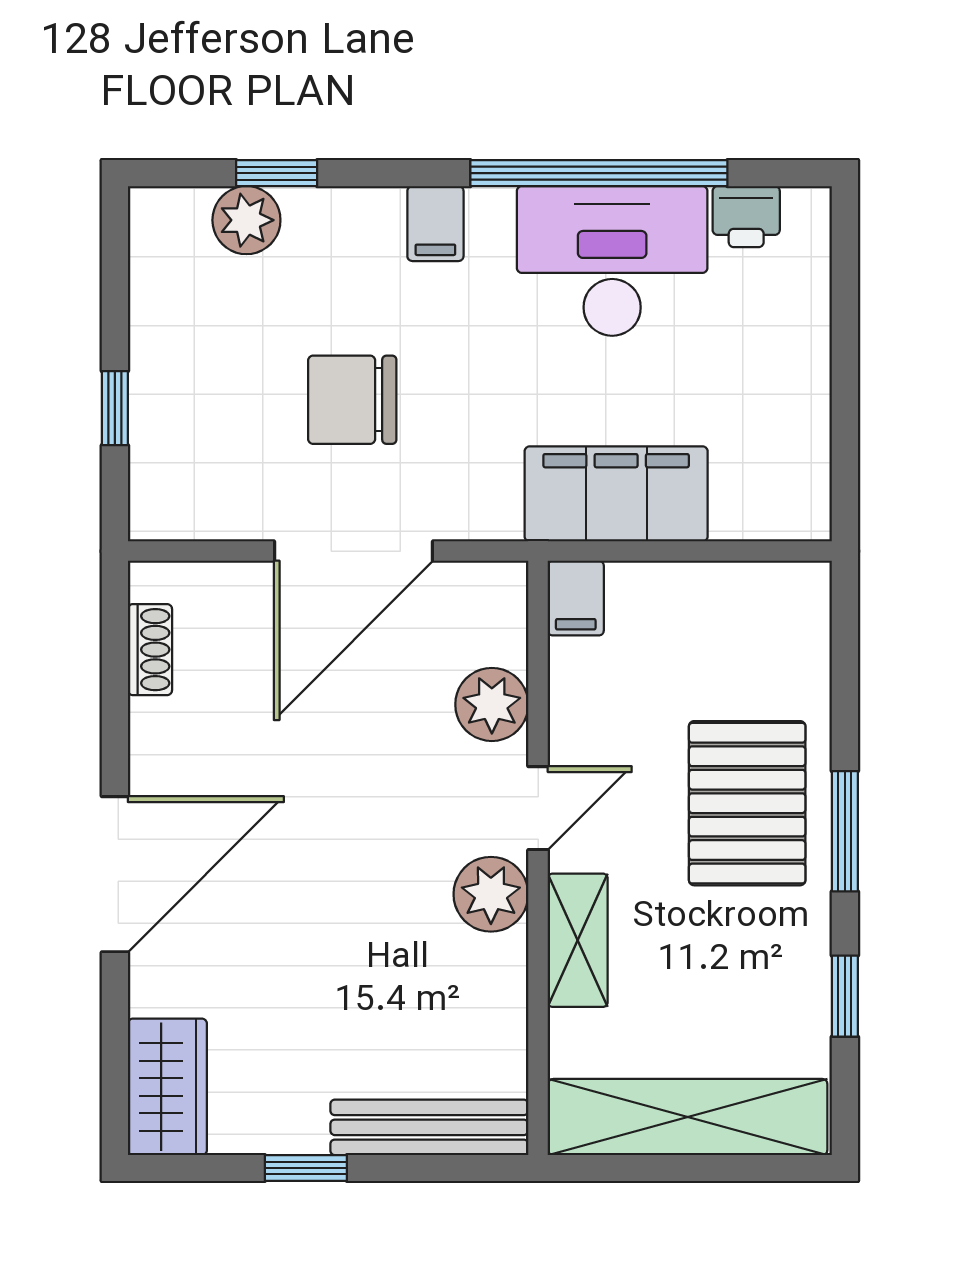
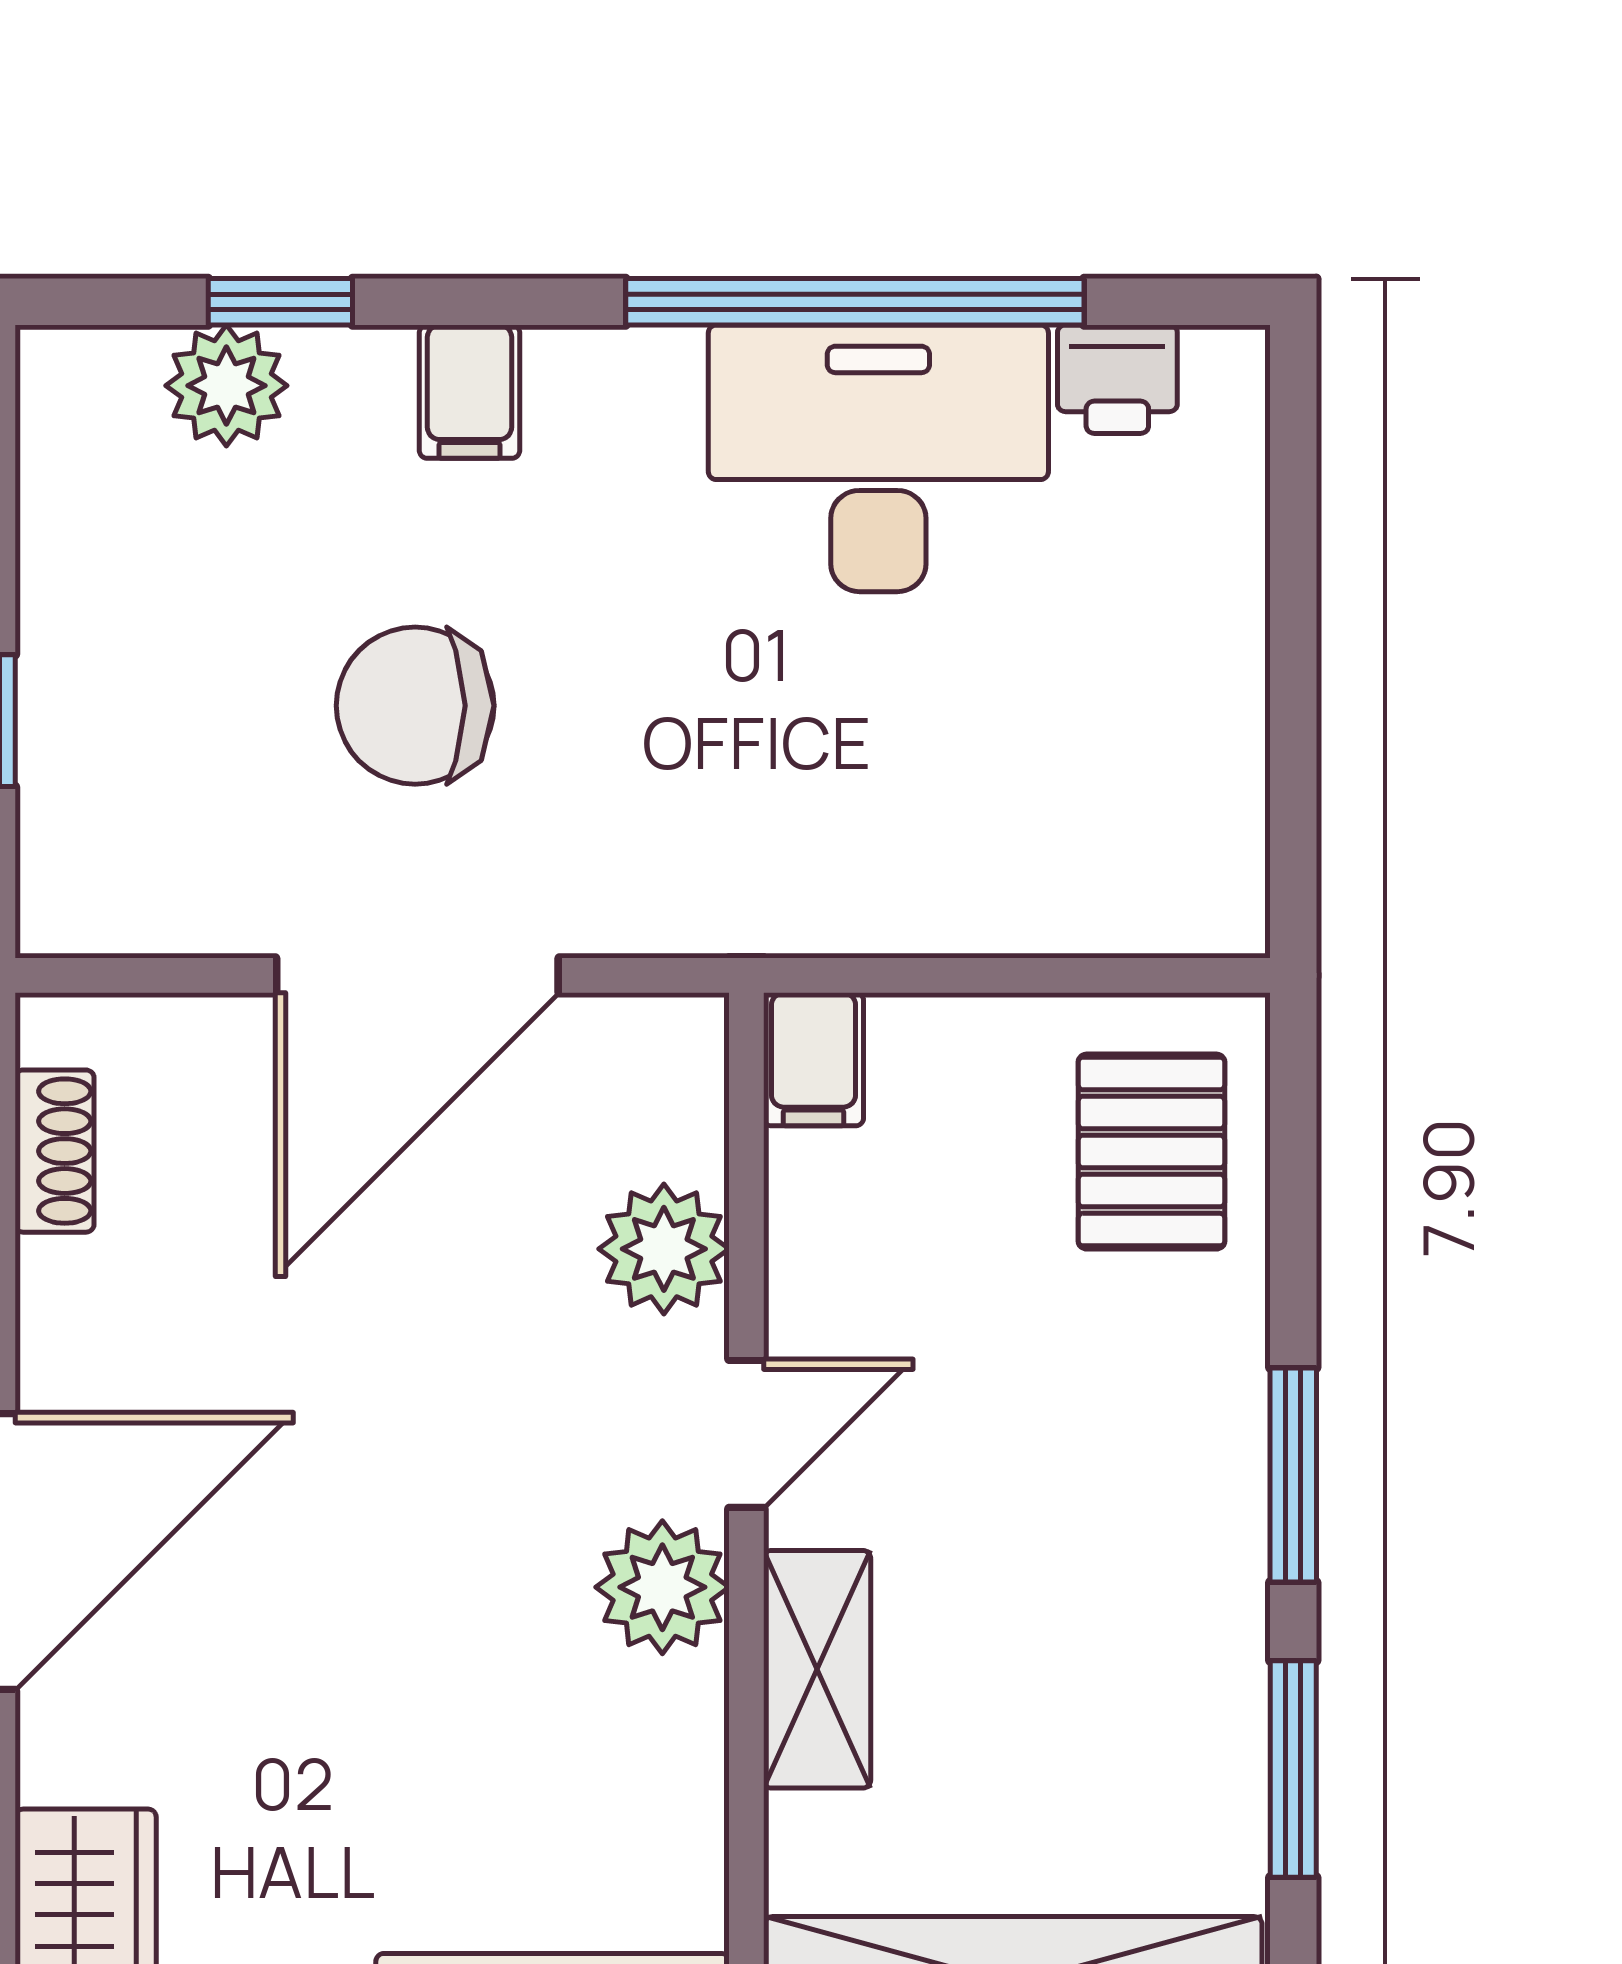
filing cabinet: (435, 224) -> (469, 392), moved
filing cabinet: (616, 494) -> (885, 874), removed
pallet: (747, 803) -> (1151, 1152), moved, width x0.67, depth x0.71
window: (845, 996) -> (1293, 1769), width x1.50

